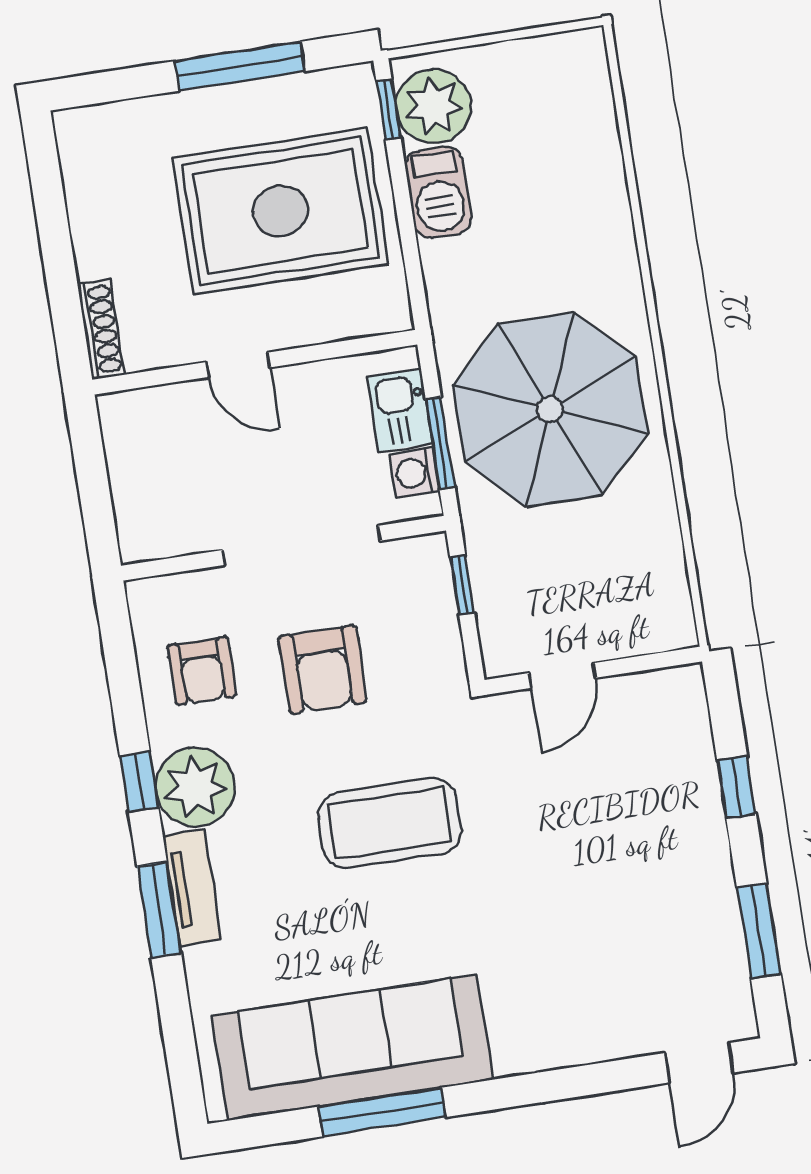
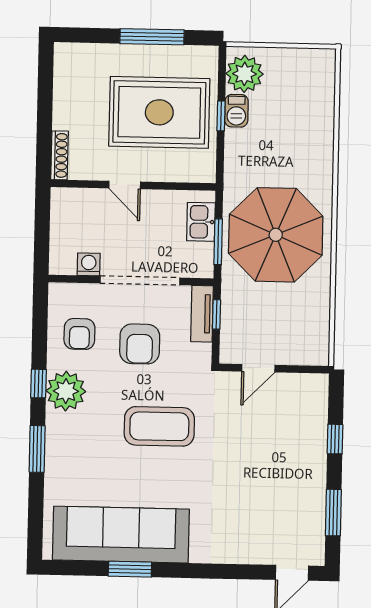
window: (389, 110) -> (221, 116), moved
barbecue: (438, 192) -> (236, 111), width x0.73, depth x0.79
washing machine: (415, 473) -> (89, 264), moved, turned 90
tv unit: (192, 888) -> (202, 314), moved, turned 180
window: (382, 1112) -> (130, 569), width x0.69

